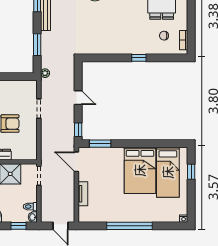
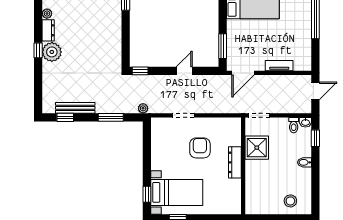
door: (78, 98) -> (184, 71), moved
window: (78, 130) -> (140, 71), moved

